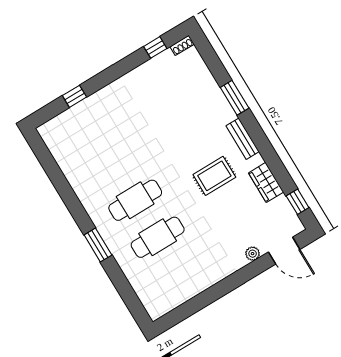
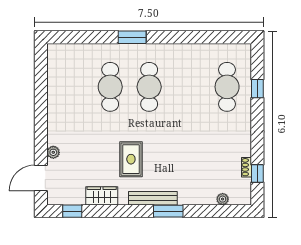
shoe rack: (182, 45) -> (246, 167), moved
plant: (200, 66) -> (223, 199), added
window: (235, 98) -> (168, 211), moved
cafe table: (90, 126) -> (227, 87), added
bench: (243, 139) -> (153, 198), width x1.36

